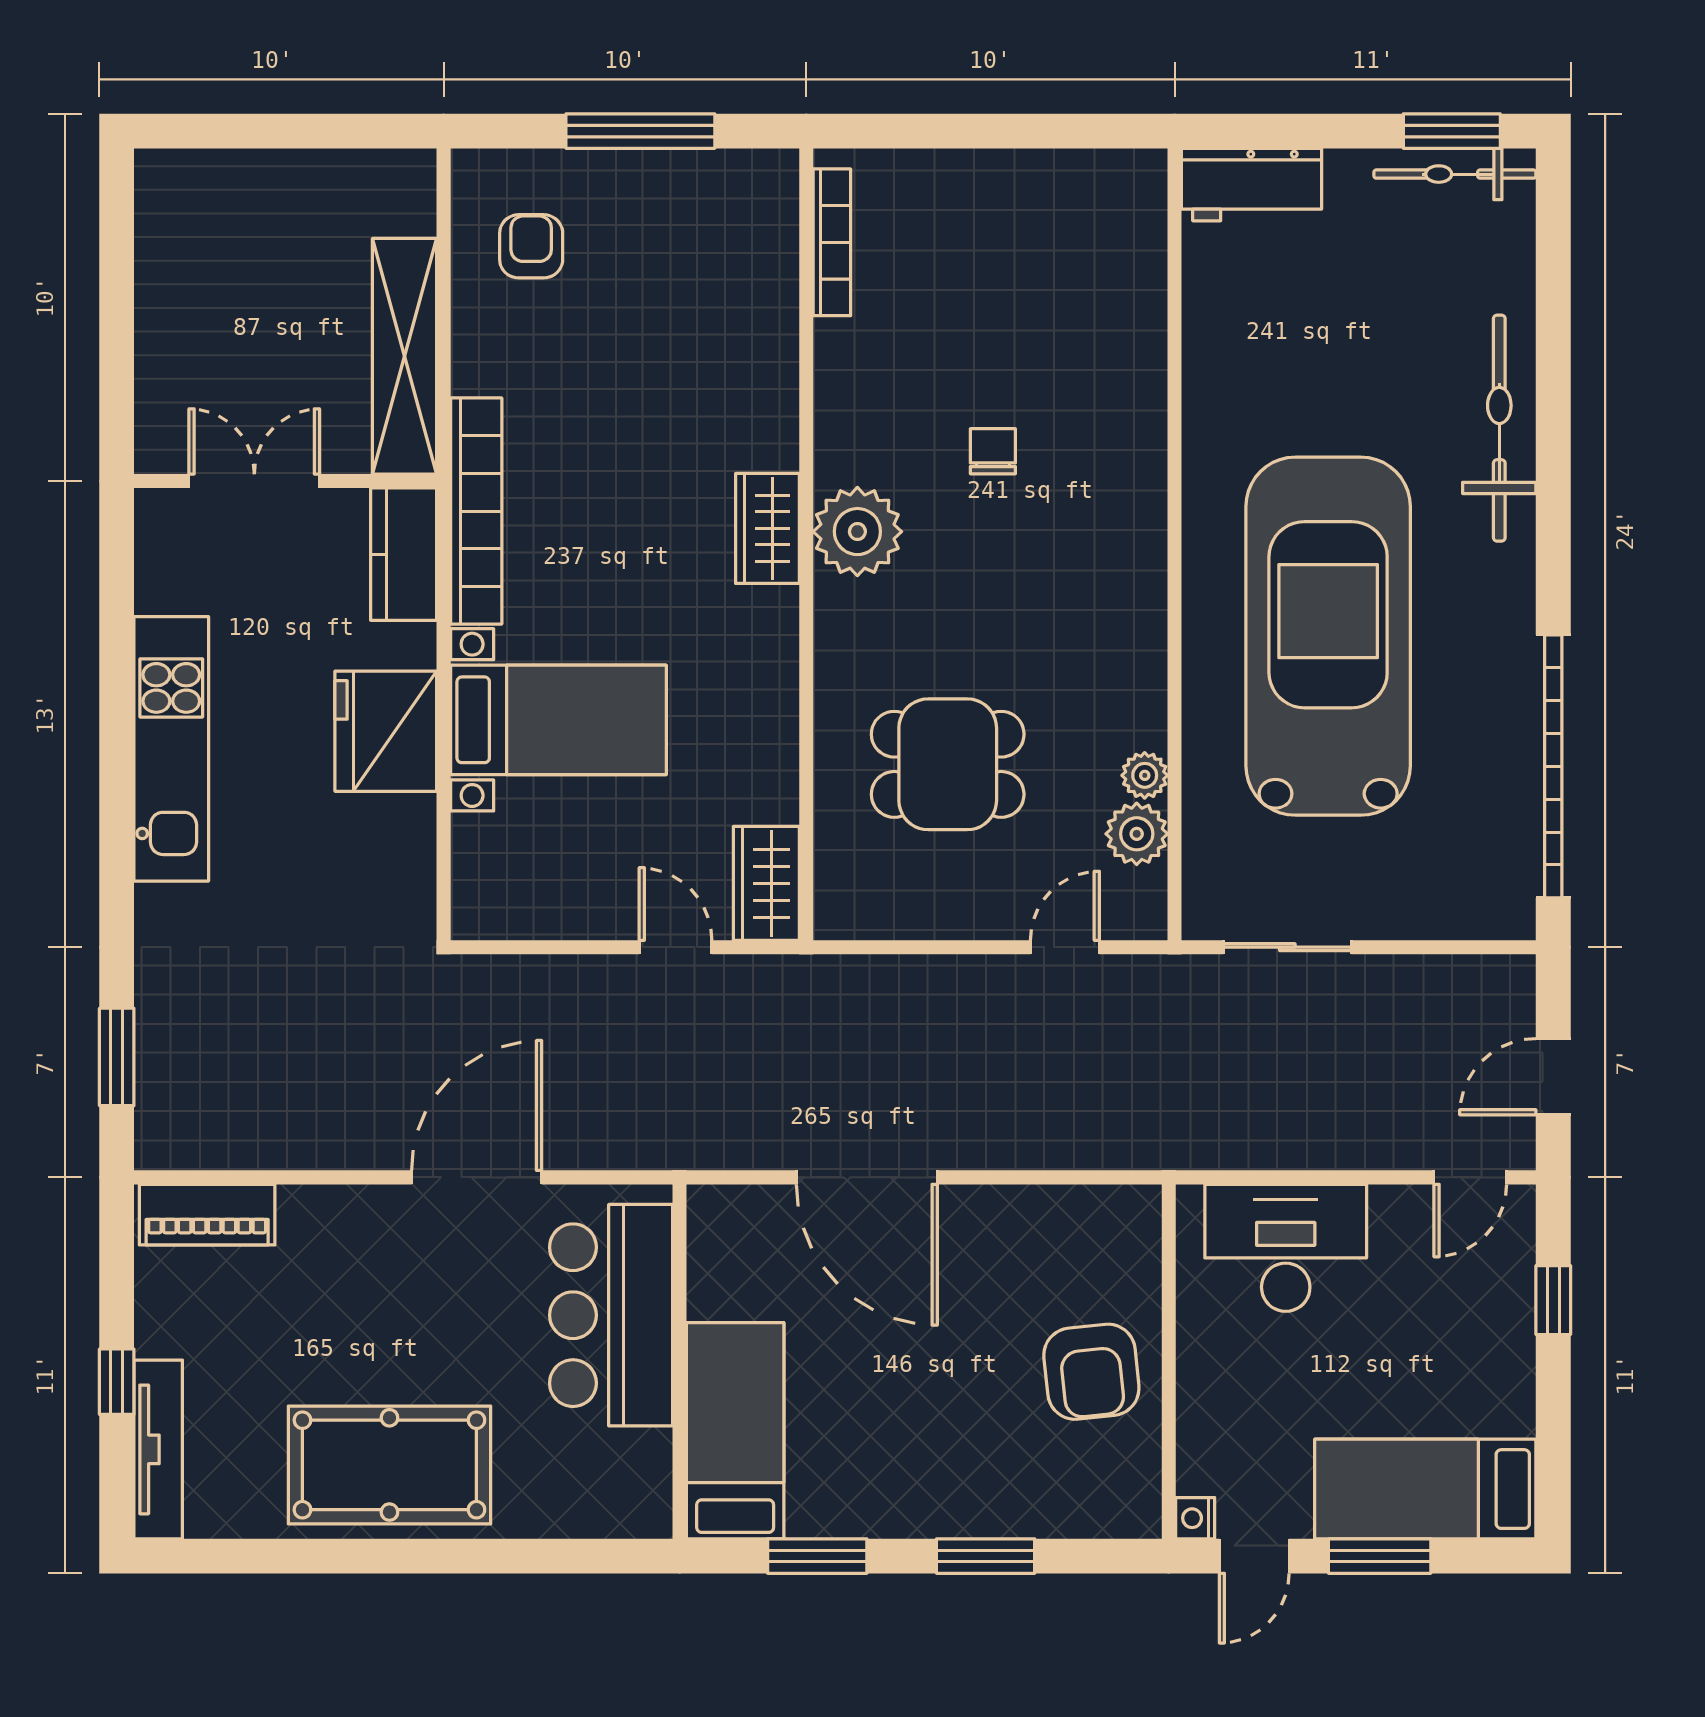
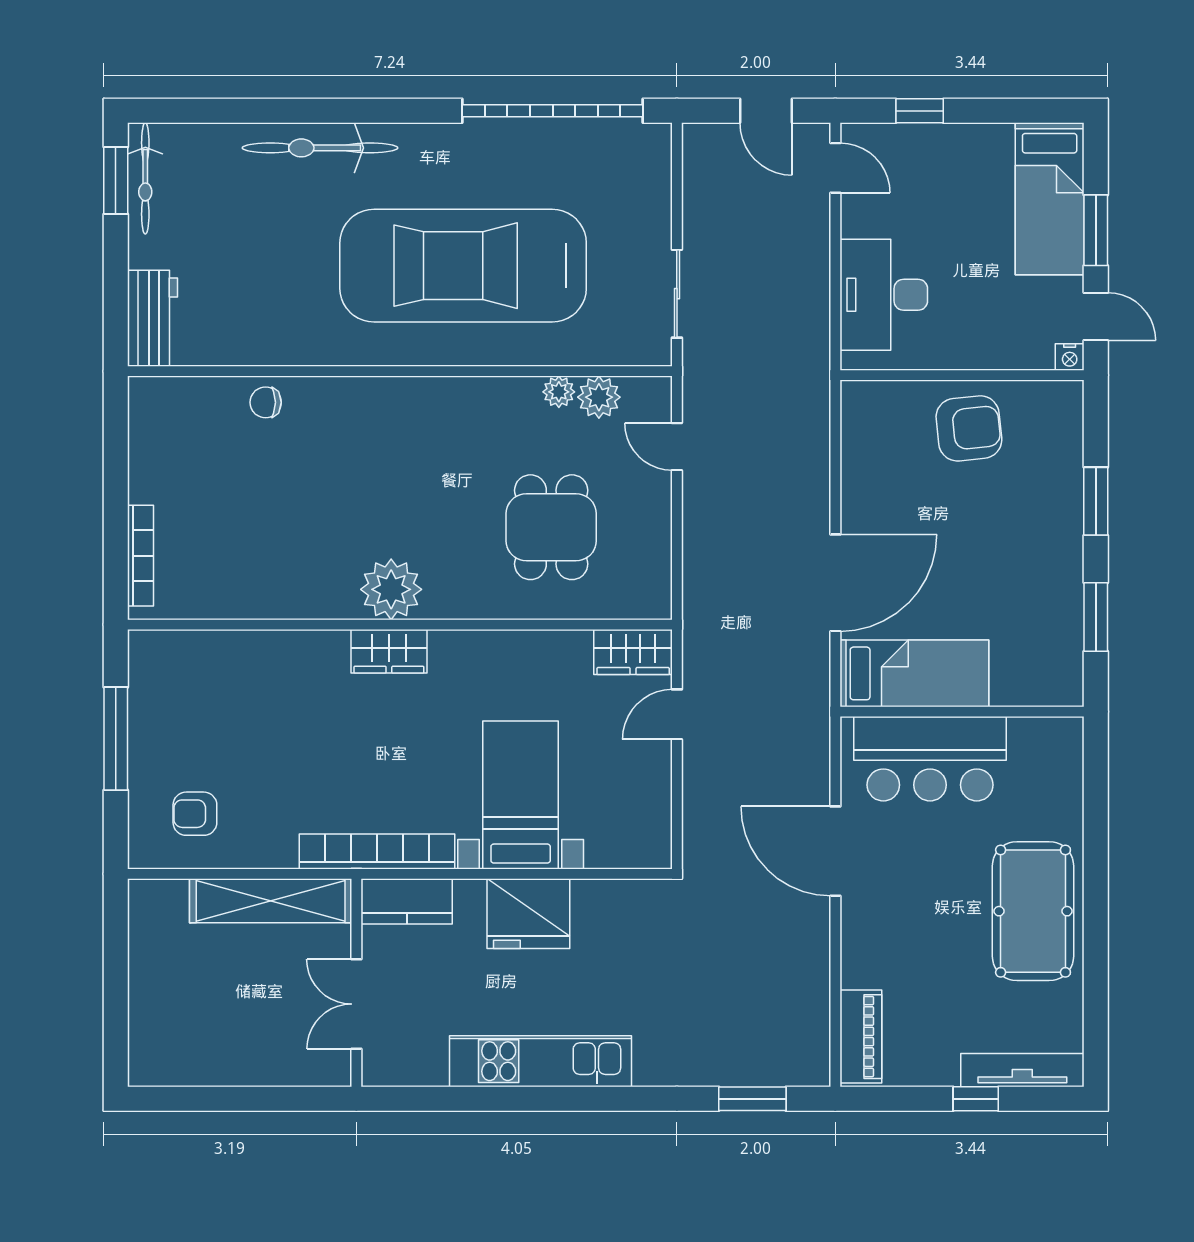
bookcase: (832, 242) -> (141, 556), moved, turned 90
chair: (993, 451) -> (266, 402), moved
bed: (735, 1431) -> (914, 673), moved, turned 180

